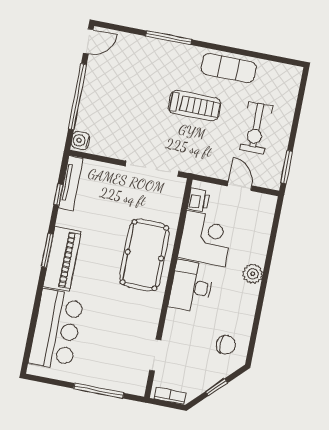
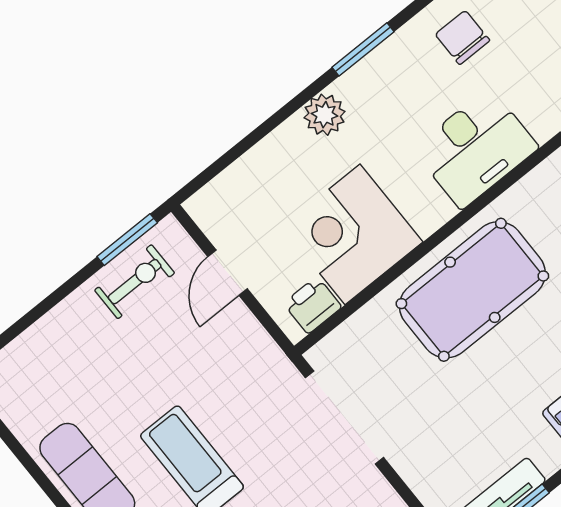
exercise bike: (256, 128) -> (135, 282), moved, width x0.73, depth x0.72
desk: (191, 287) -> (476, 148), moved
window: (259, 310) -> (363, 49), added

